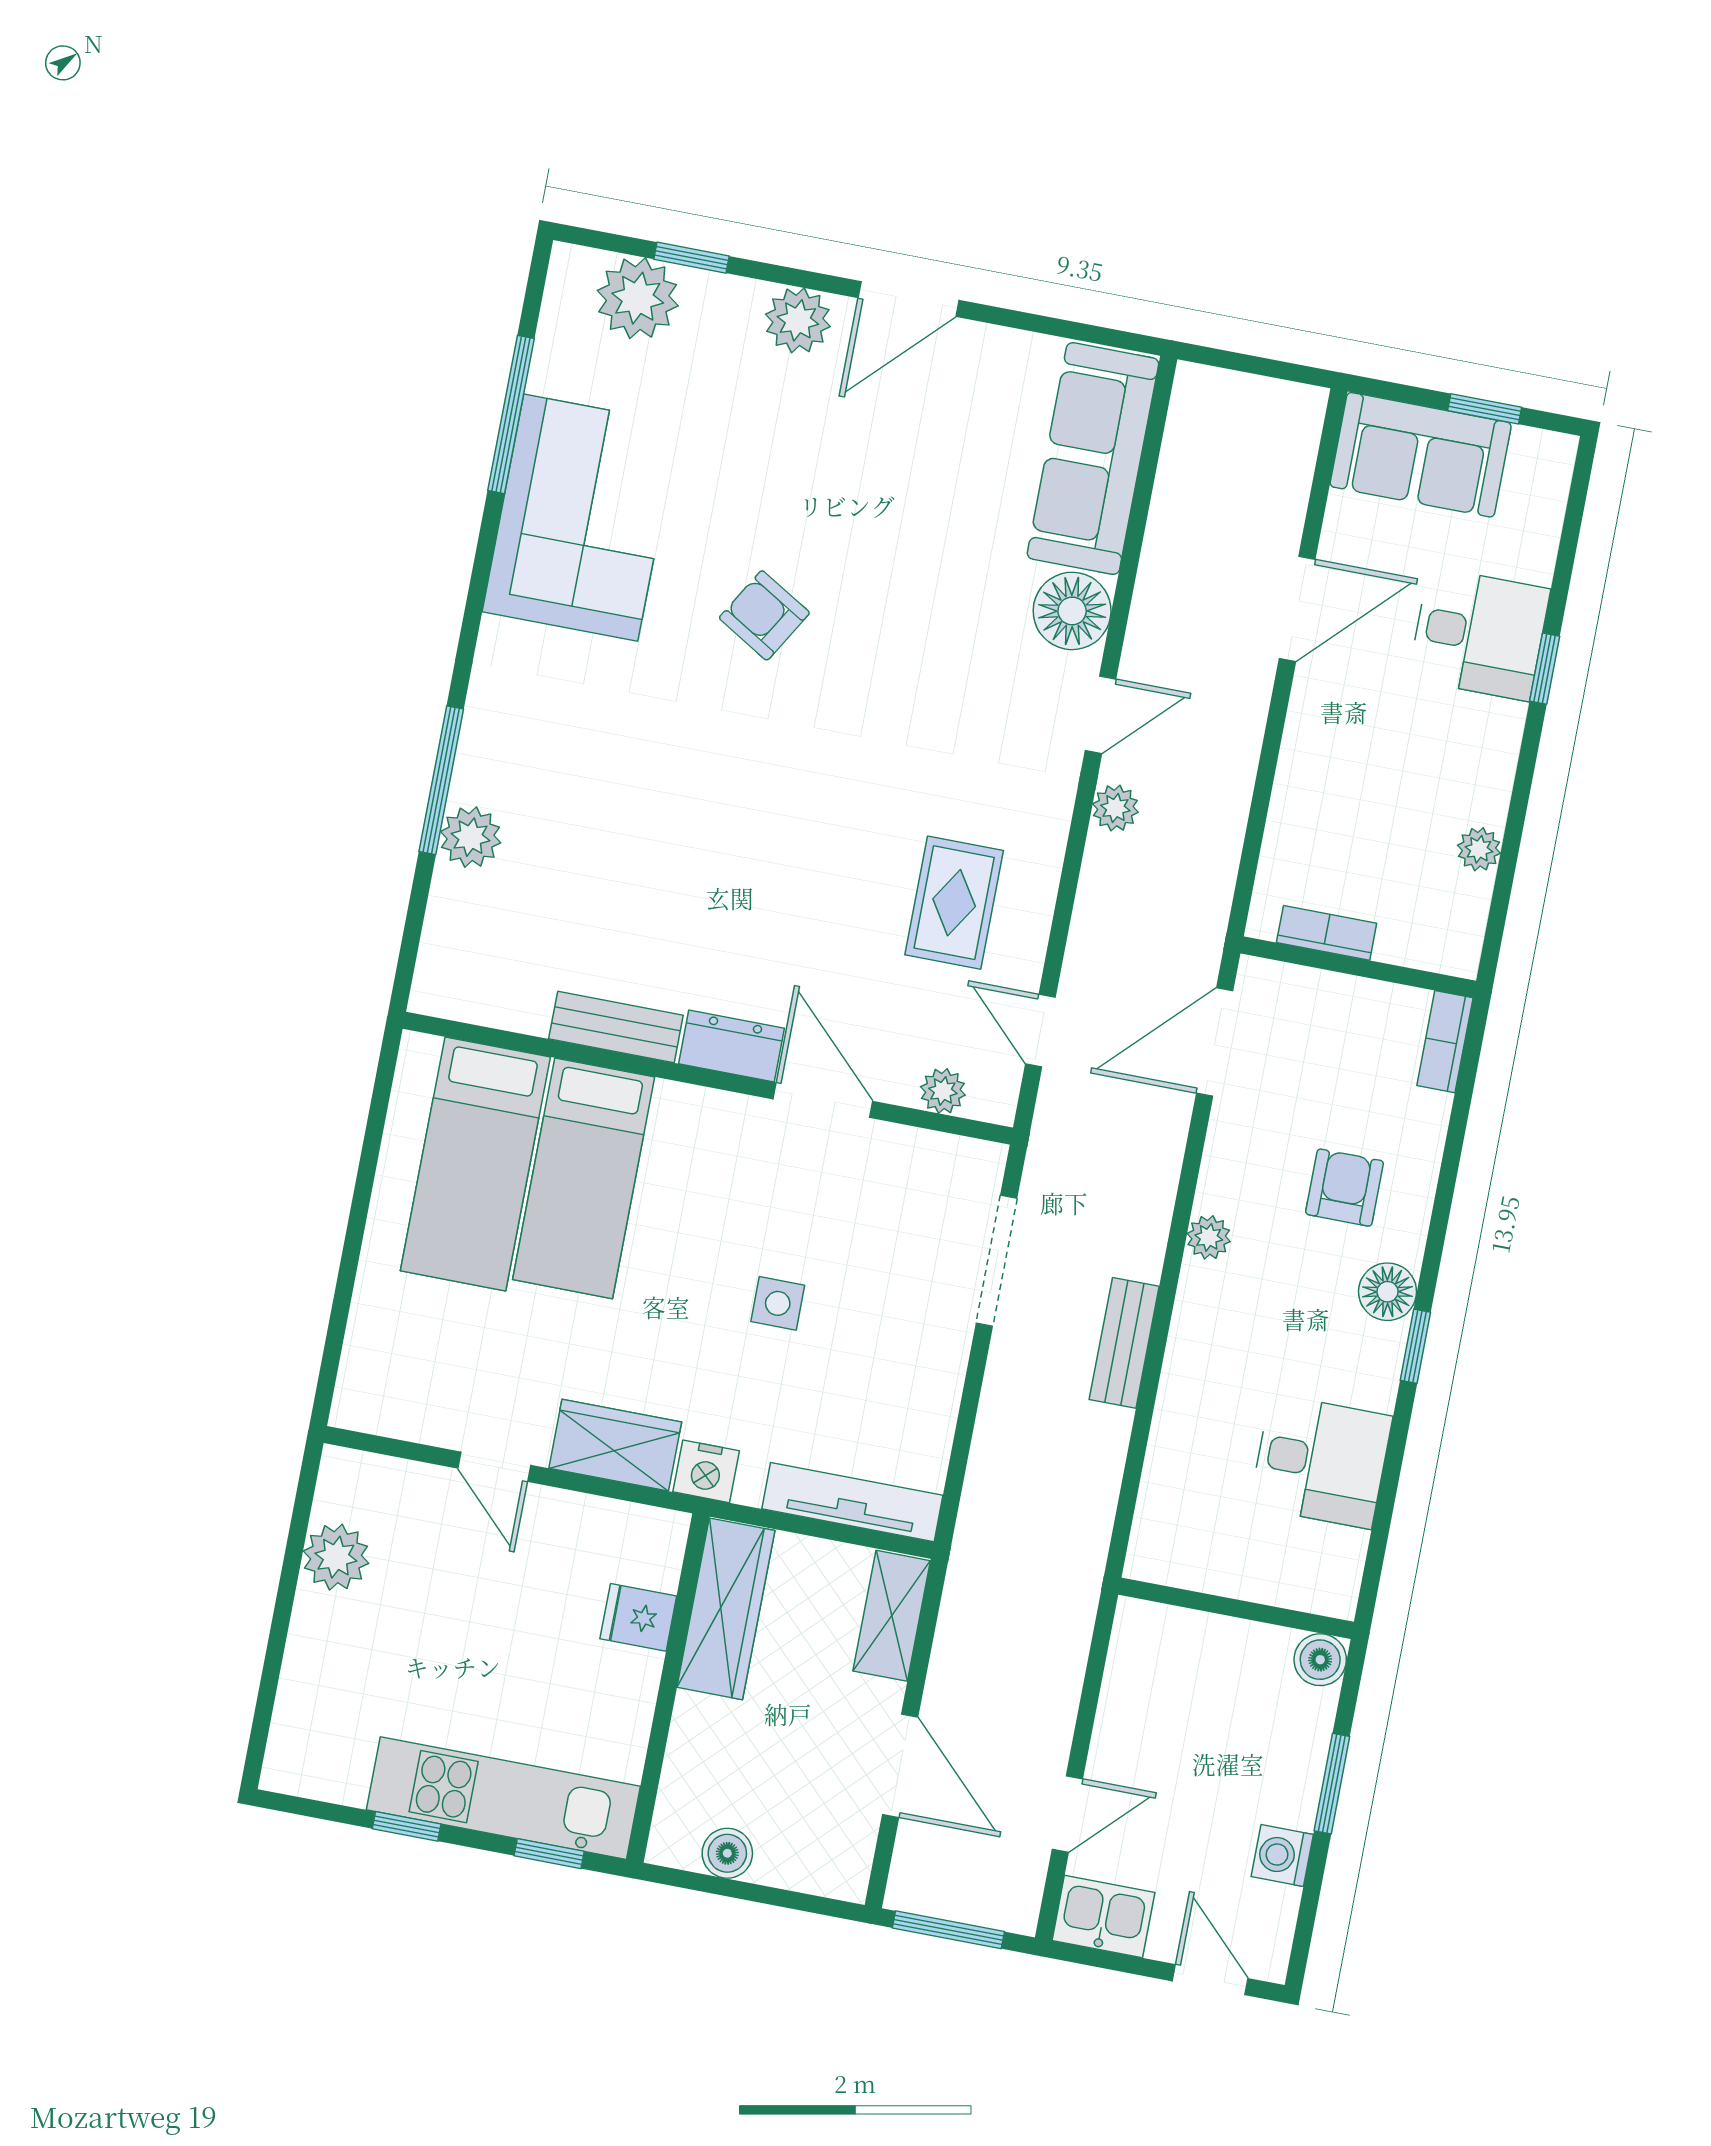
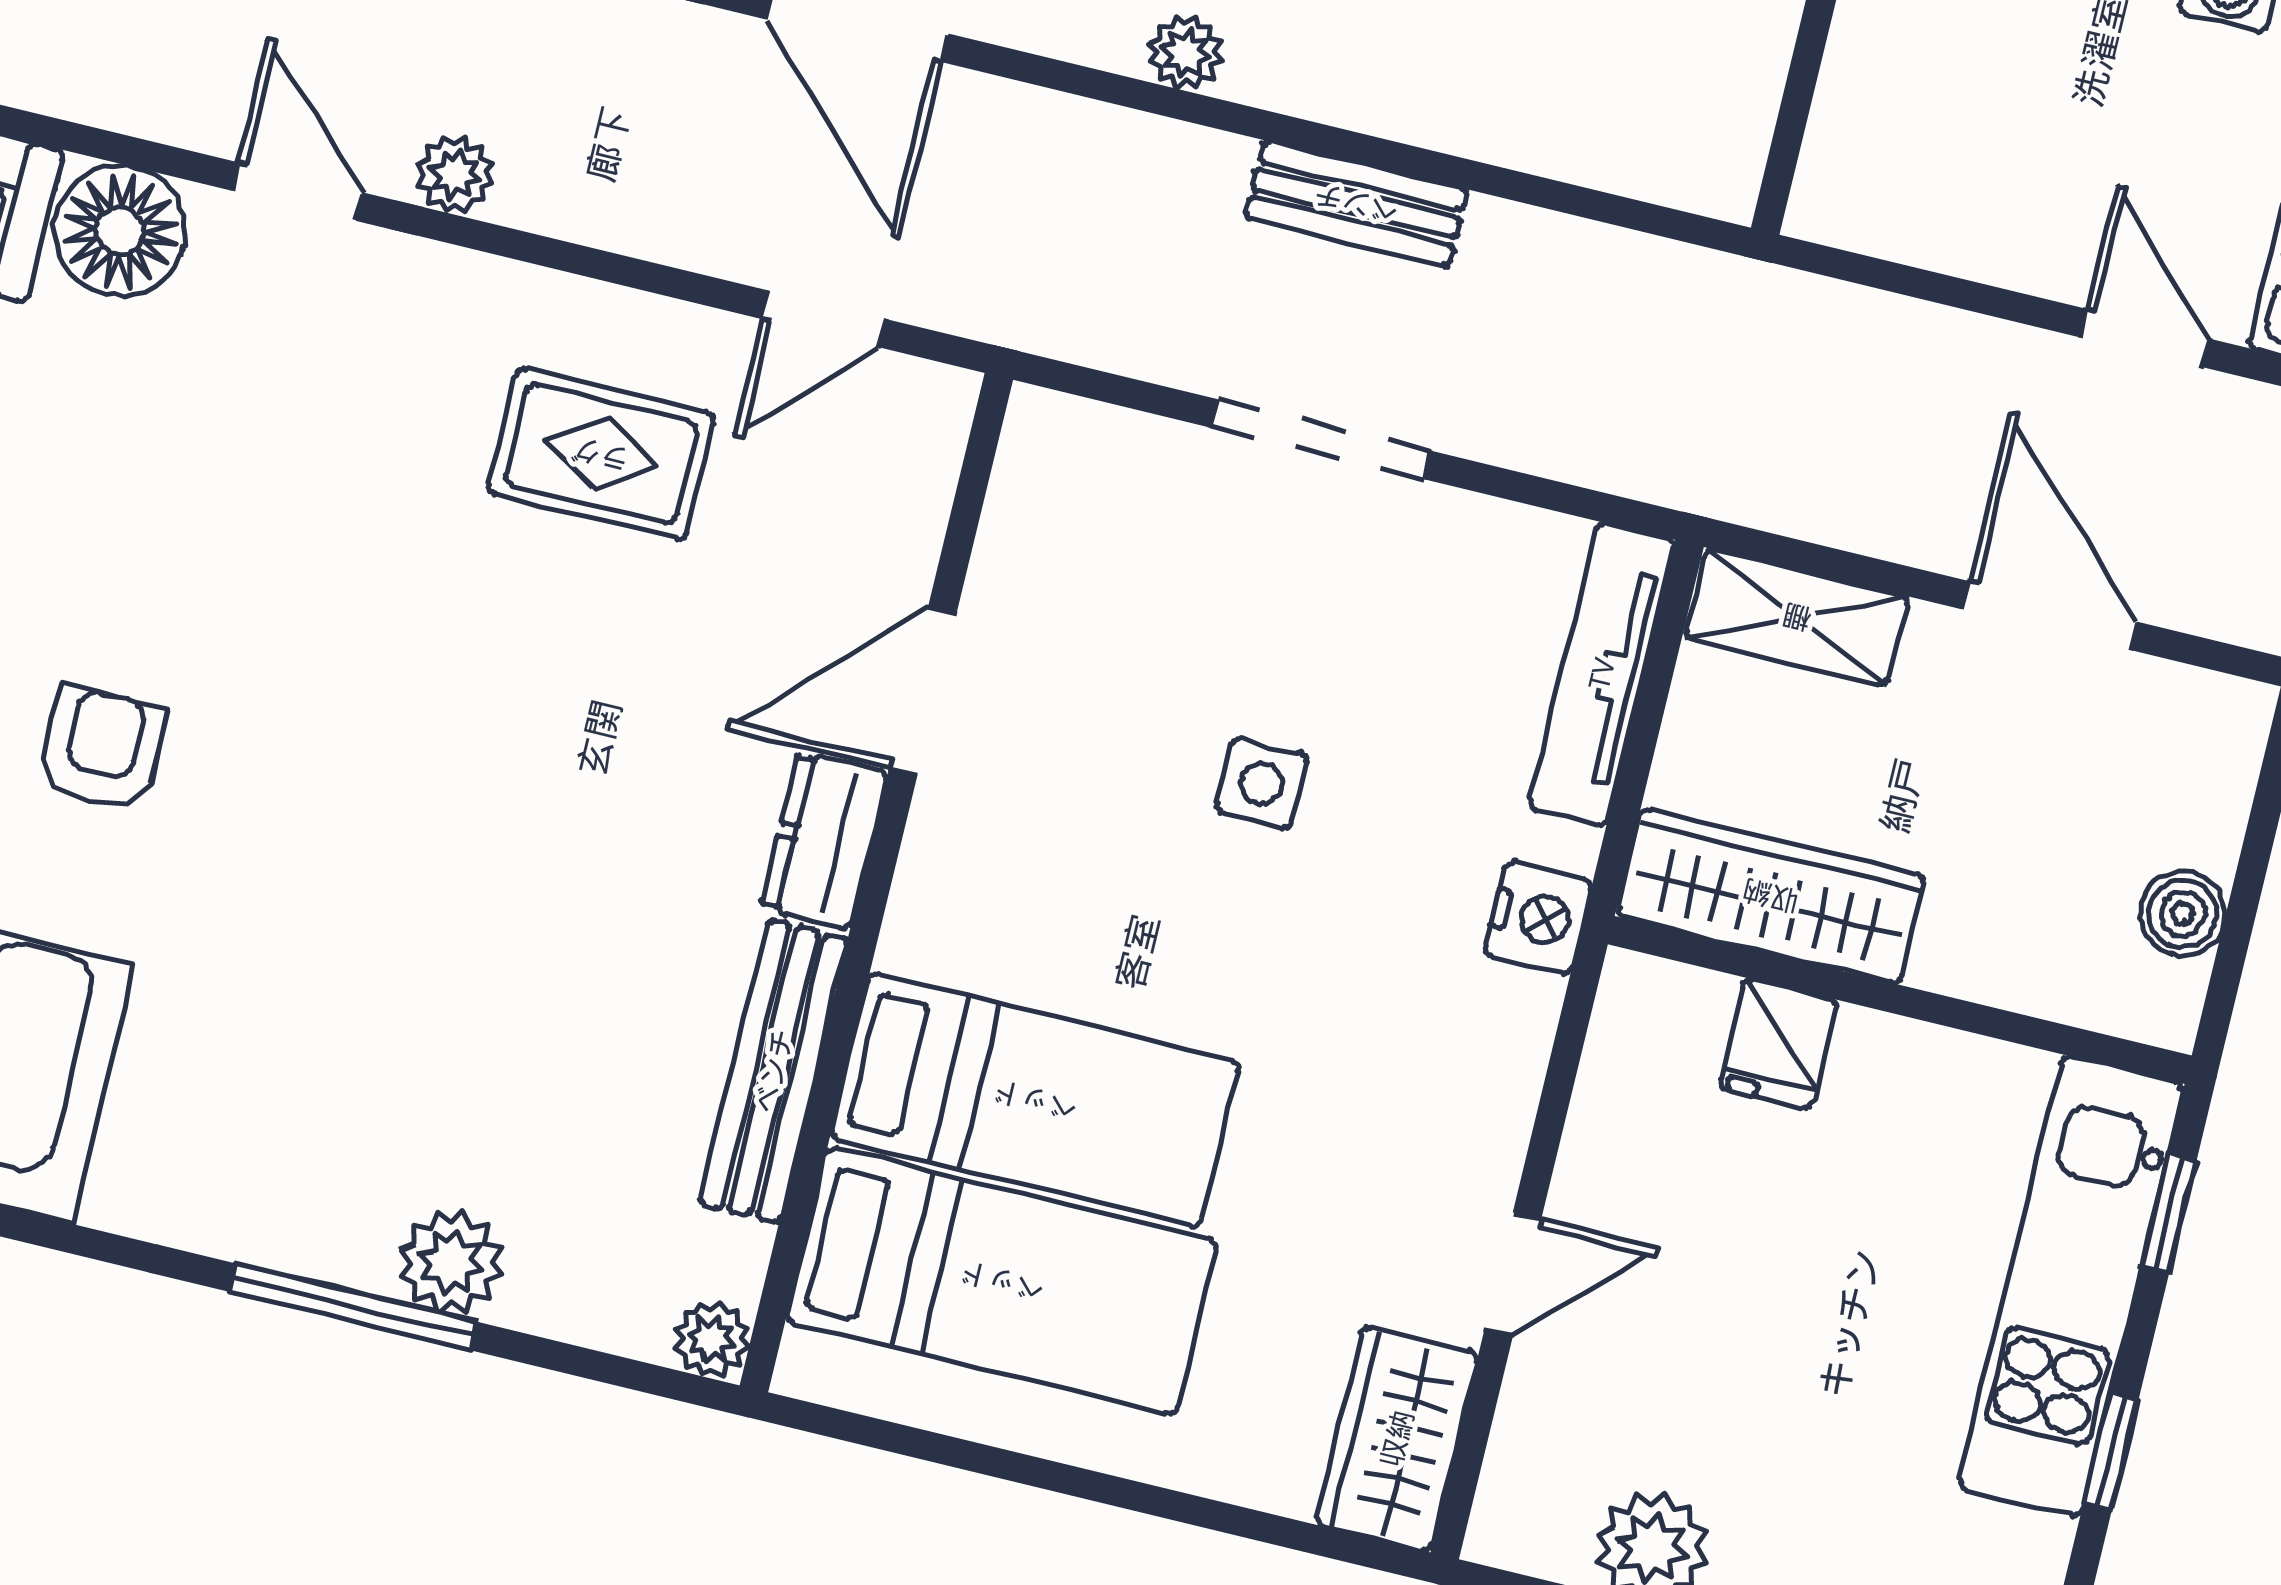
armchair: (764, 615) -> (102, 749), turned 149
bench: (616, 1027) -> (774, 1071), width x1.36
plant: (943, 1091) -> (711, 1339), moved
doorway: (996, 1261) -> (1321, 439), moved
wardrobe: (615, 1445) -> (1397, 1439), moved
door: (900, 1766) -> (2050, 616), hinge flipped

